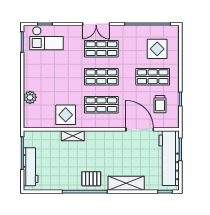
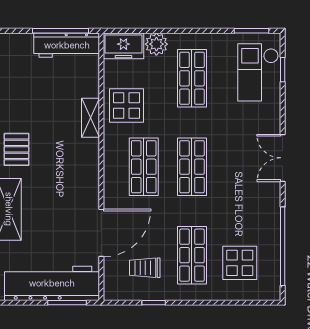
shop shelf: (101, 49) -> (192, 78), moved
freezer: (31, 117) -> (123, 46), added
workbench: (31, 167) -> (67, 45), moved

